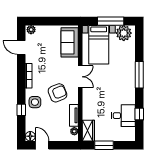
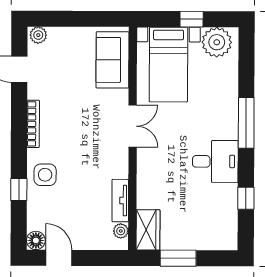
window: (111, 21) -> (192, 19), width x0.46
armchair: (57, 93) -> (89, 157), removed
desk: (123, 116) -> (215, 161), moved

